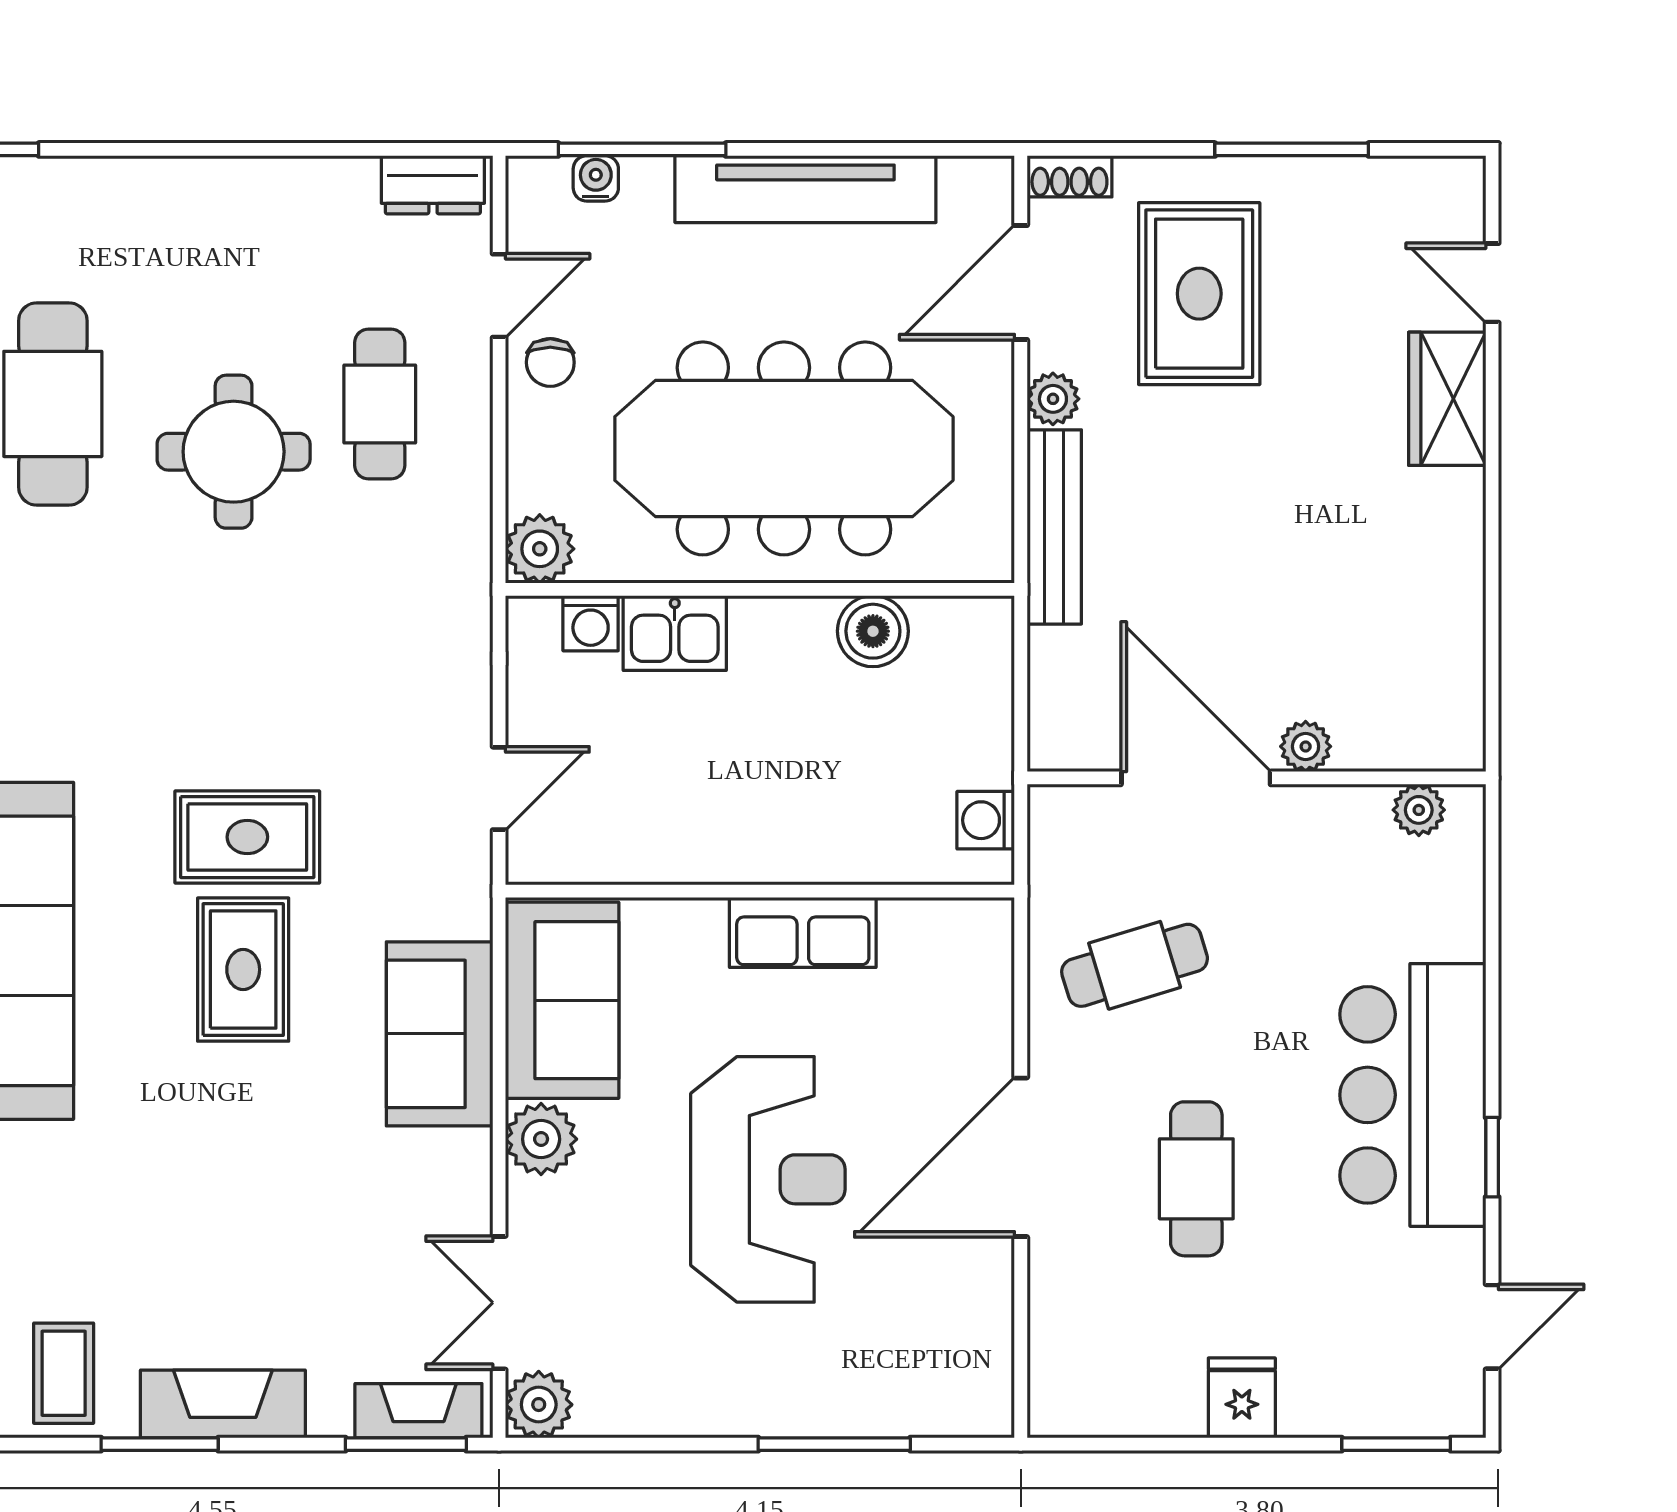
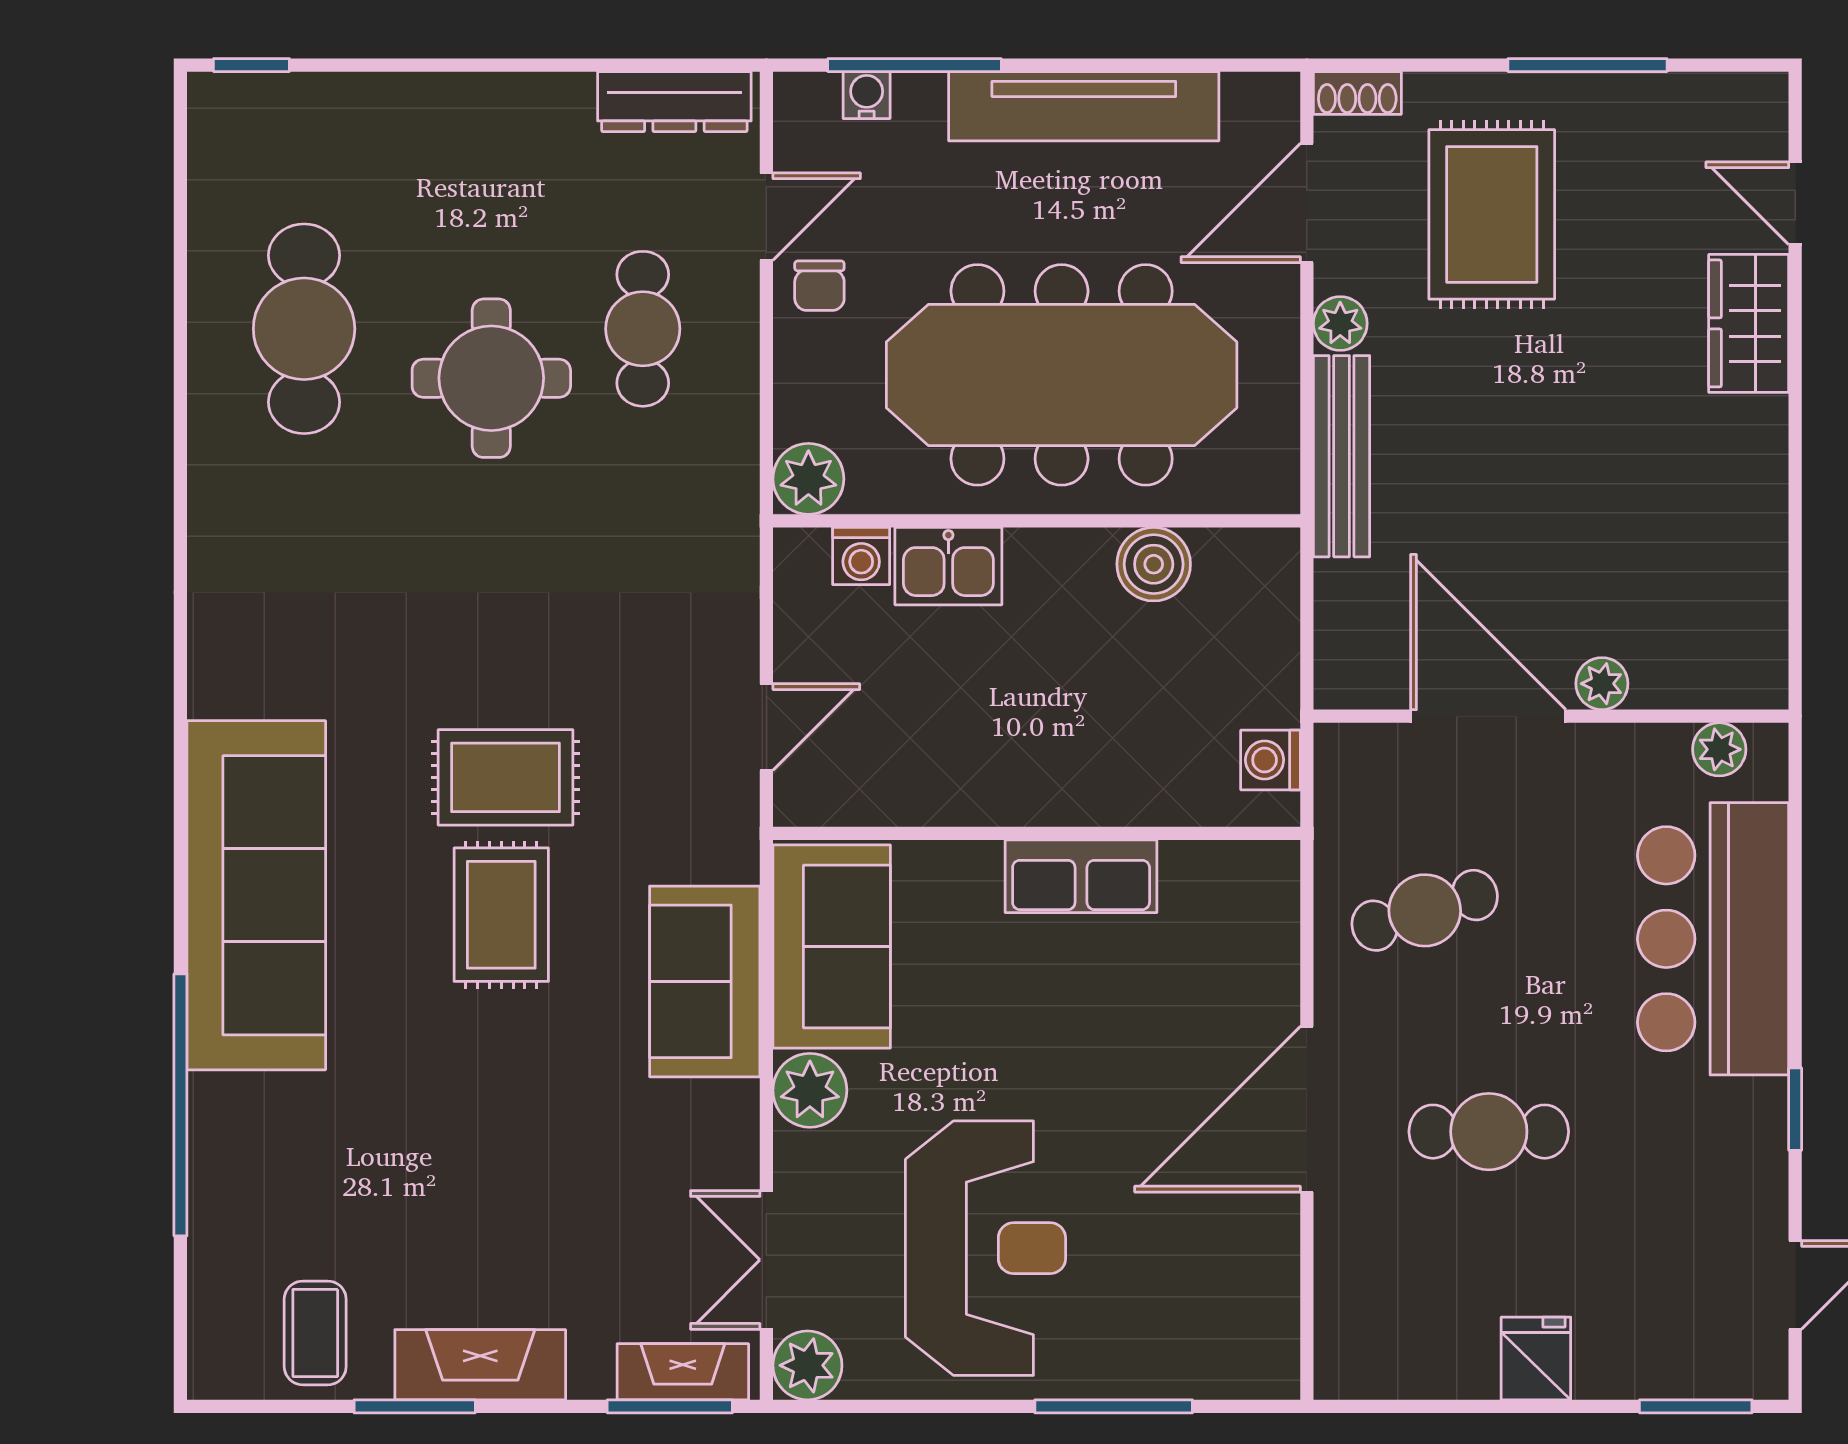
dresser: (433, 185) -> (674, 102), width x1.44
bar counter: (1413, 1095) -> (1713, 939), moved
reception desk: (768, 1179) -> (985, 1248), moved
cafe table: (1196, 1179) -> (1489, 1132), turned 90

